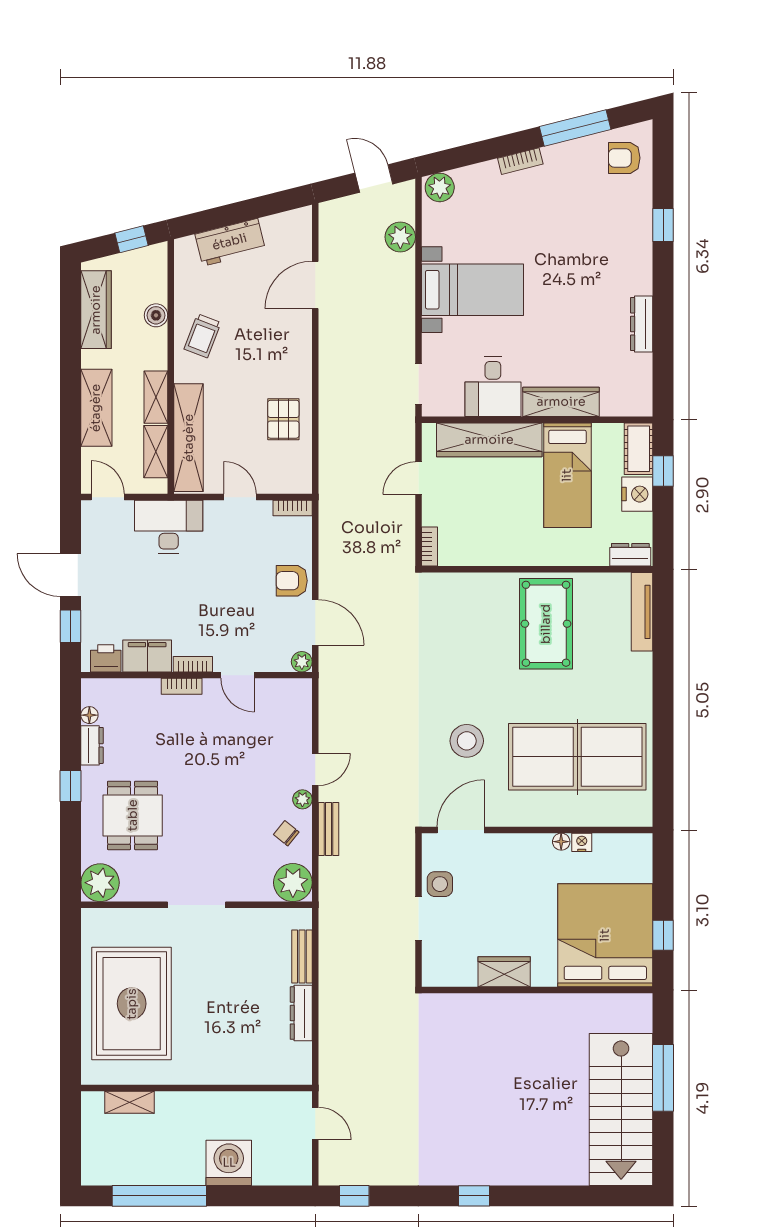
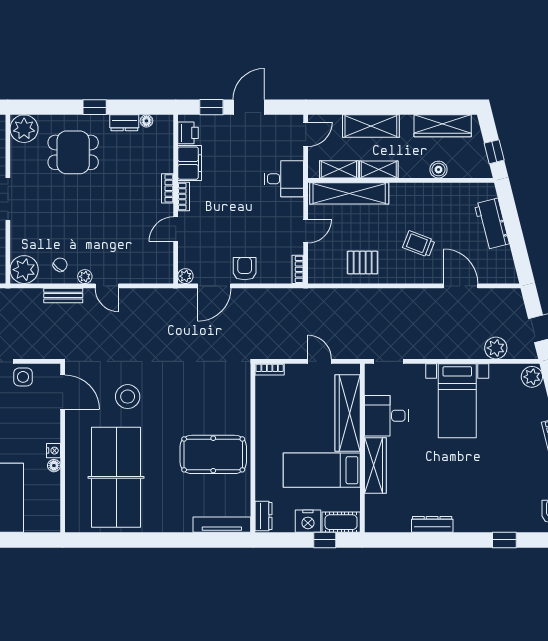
trolley: (203, 336) -> (419, 244), moved
desk: (169, 527) -> (284, 179), width x0.73
nightstand: (582, 842) -> (53, 451), moved

